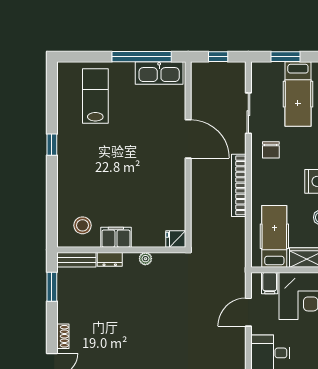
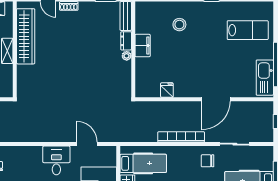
stool: (82, 225) -> (179, 25), moved
fridge: (176, 239) -> (167, 90), moved
plant: (145, 259) -> (127, 56), moved
filing cabinet: (270, 283) -> (108, 160), removed

